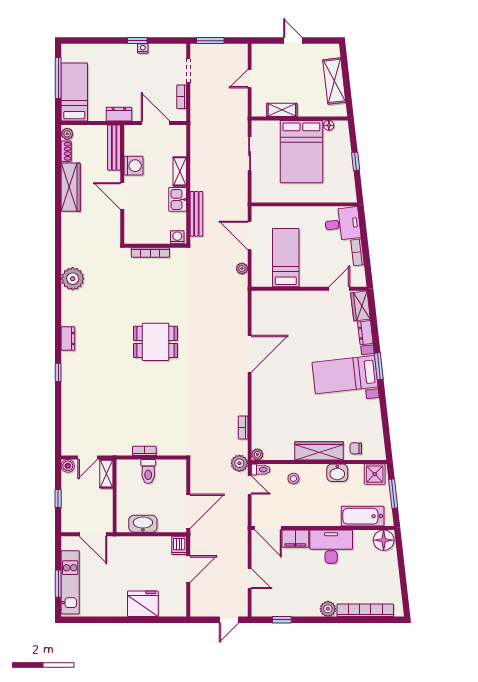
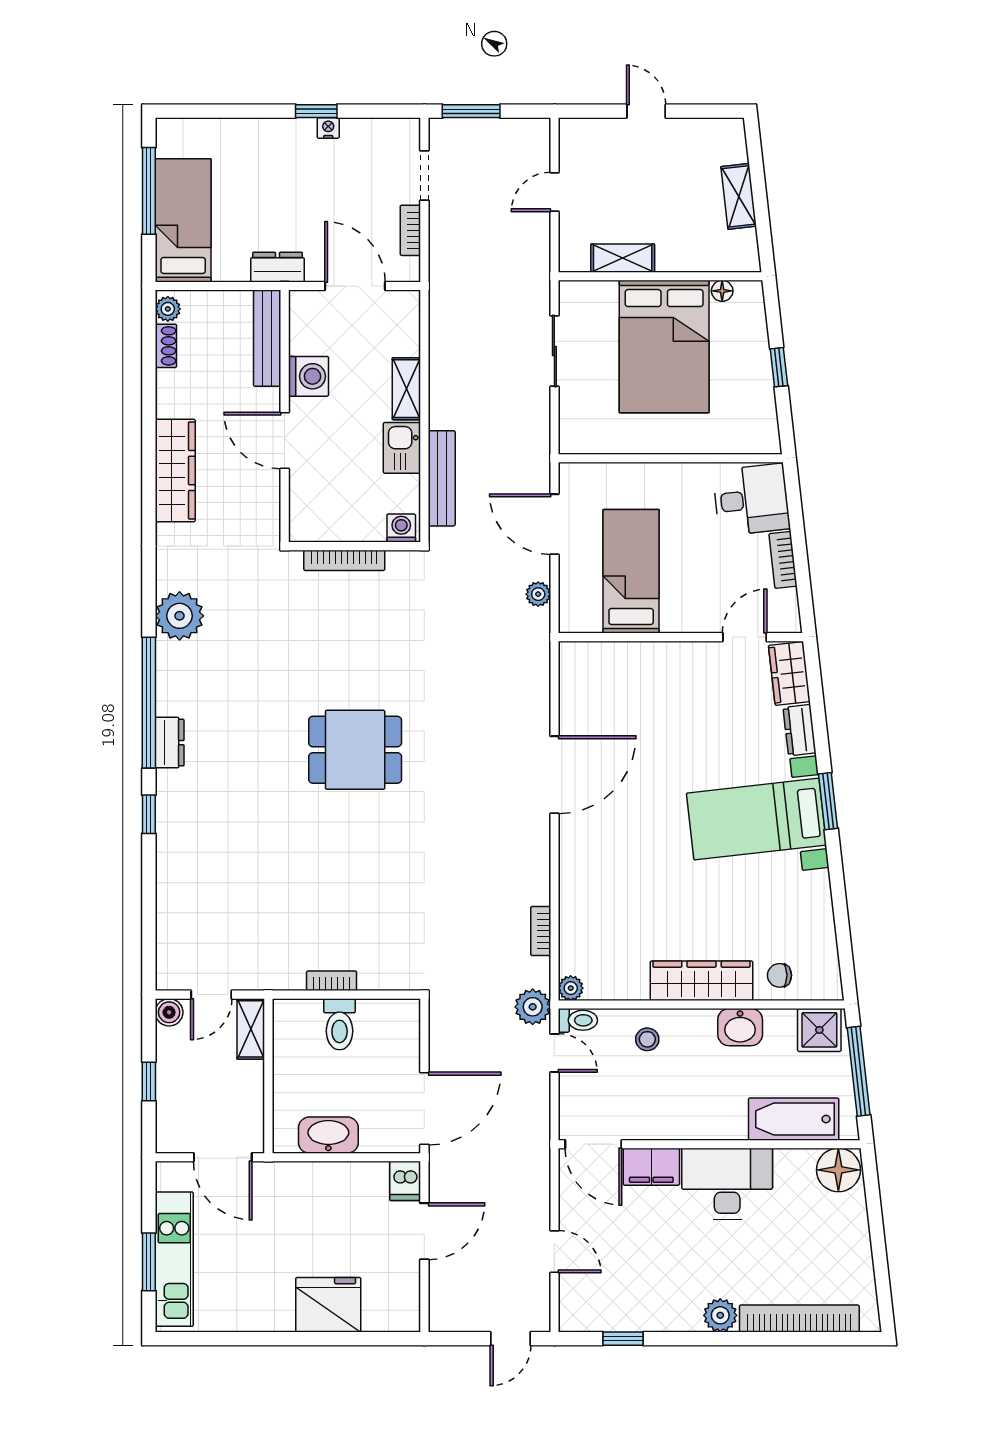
shelving: (334, 81) -> (739, 196), width x0.67, depth x0.75
wardrobe: (71, 187) -> (175, 470), moved
window: (58, 320) -> (149, 703), added
window: (393, 494) -> (859, 1071), width x1.44

